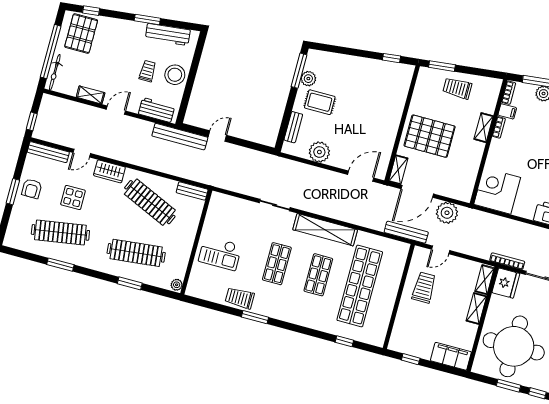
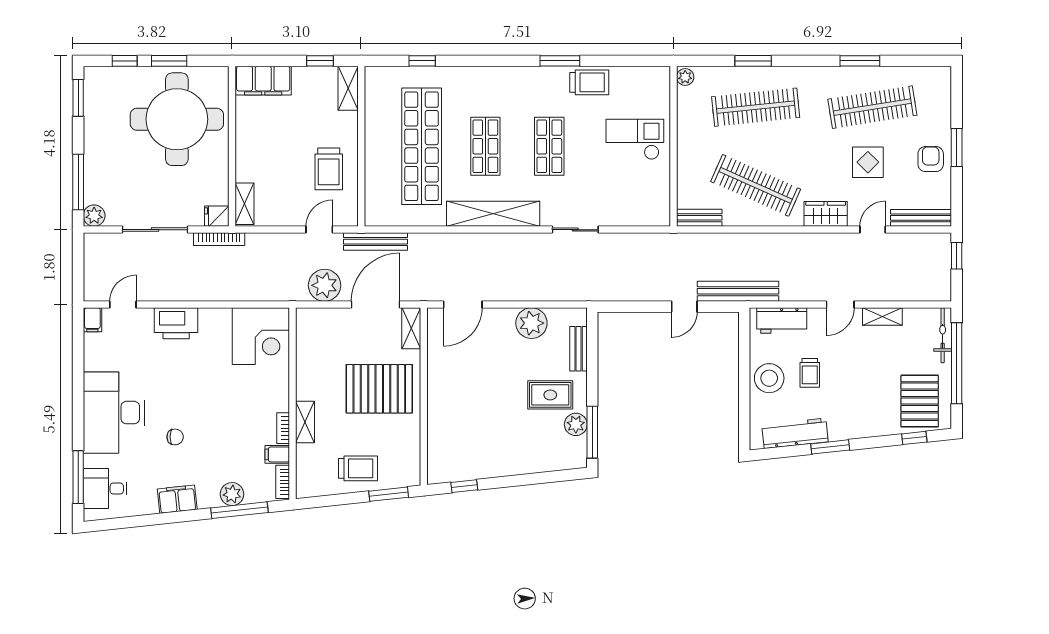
fridge: (506, 283) -> (217, 216), width x0.53, depth x0.75
shelving: (476, 308) -> (348, 88), moved

